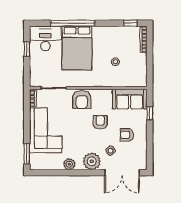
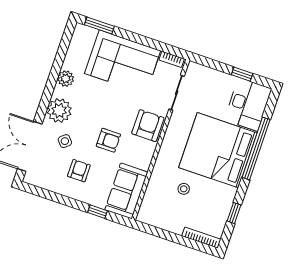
window: (130, 23) -> (234, 213), moved
bed: (77, 48) -> (218, 150), width x1.36
armchair: (82, 100) -> (148, 126), turned 90

